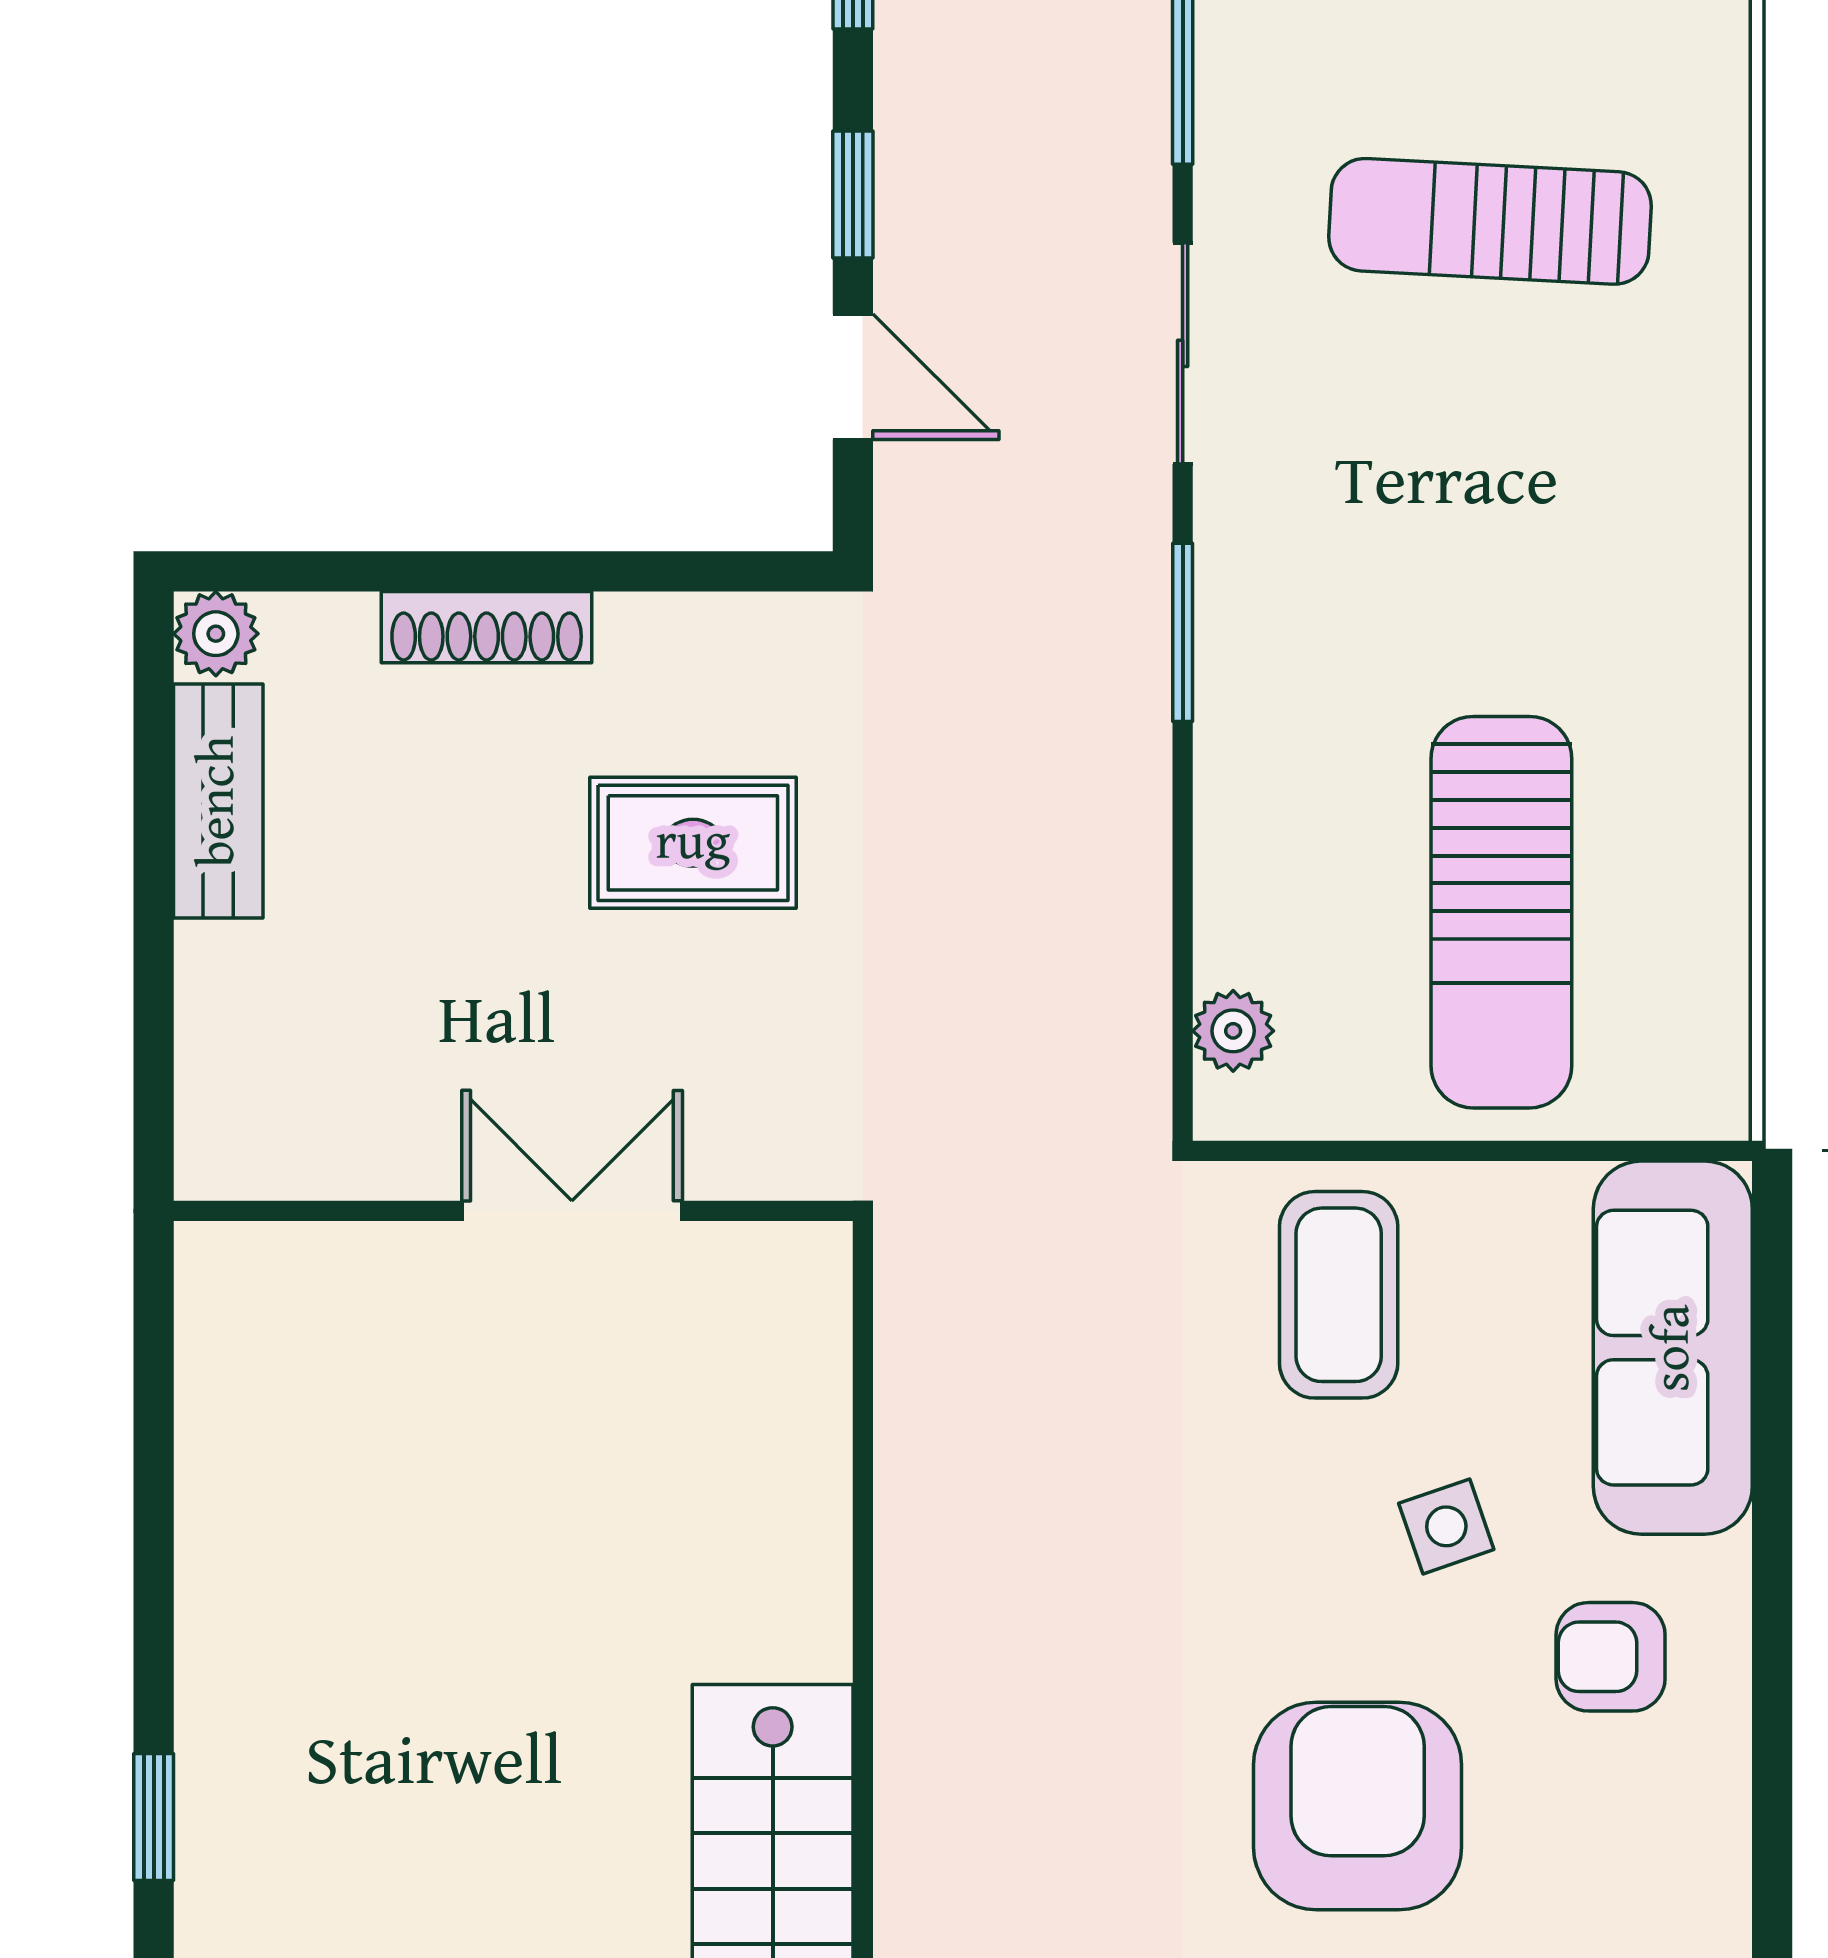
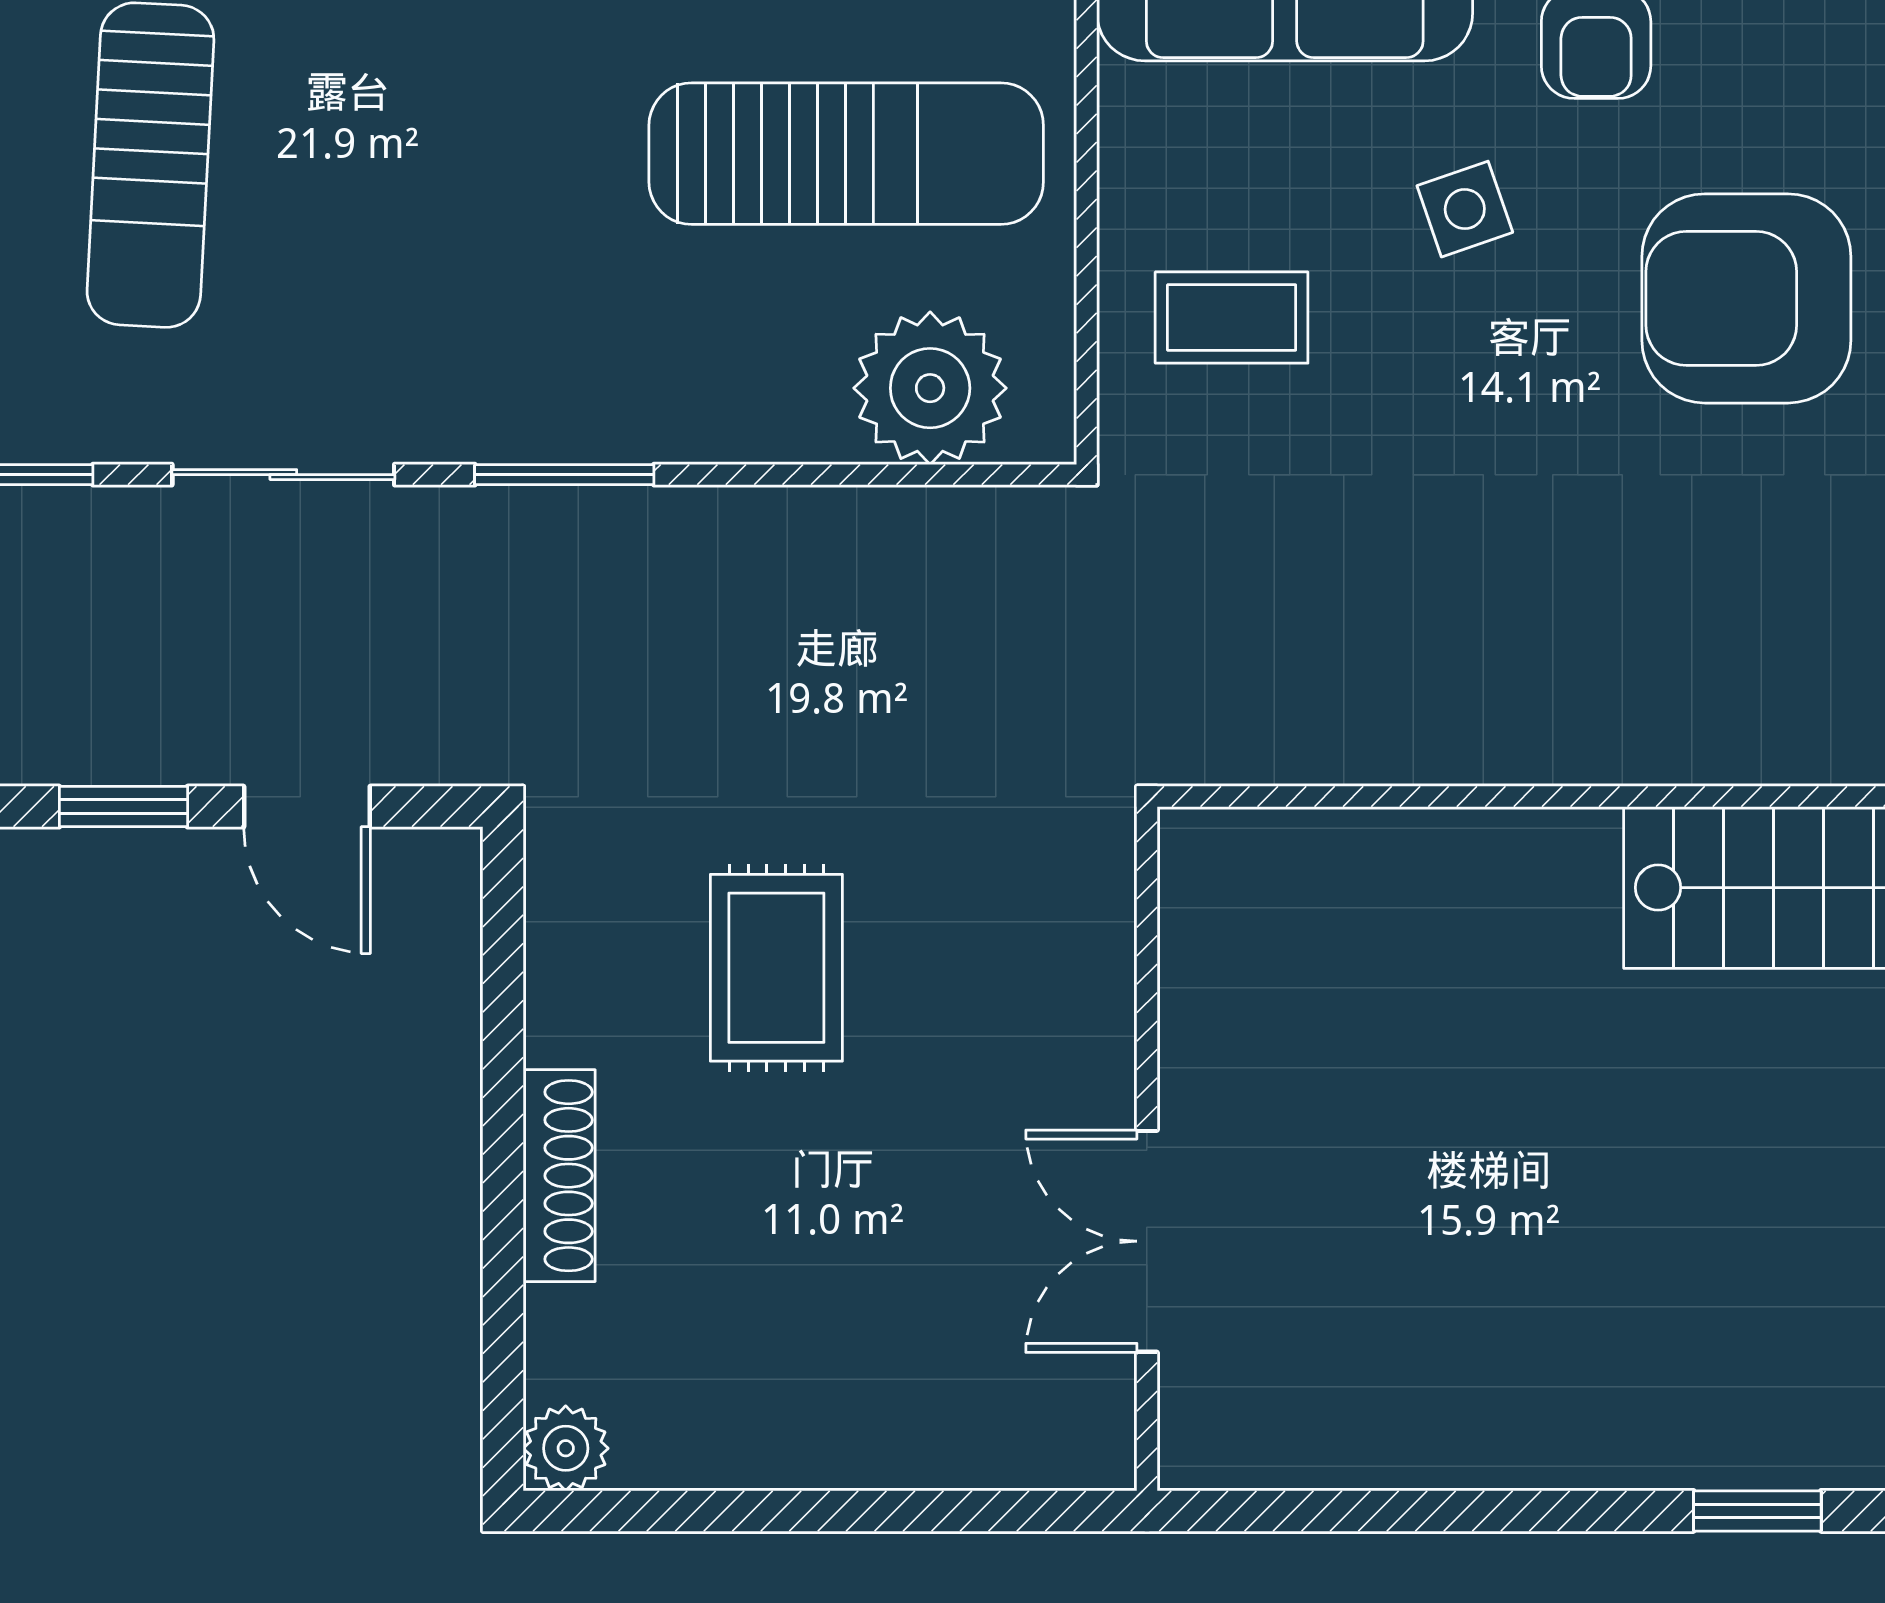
door: (853, 377) -> (307, 807), swing flipped
bench: (218, 801) -> (734, 1446), removed
plant: (1233, 1031) -> (930, 388), width x1.88, depth x1.88
double door: (572, 1211) -> (1147, 1241), moved
coffee table: (1339, 1295) -> (1232, 318), width x0.73, depth x0.77

